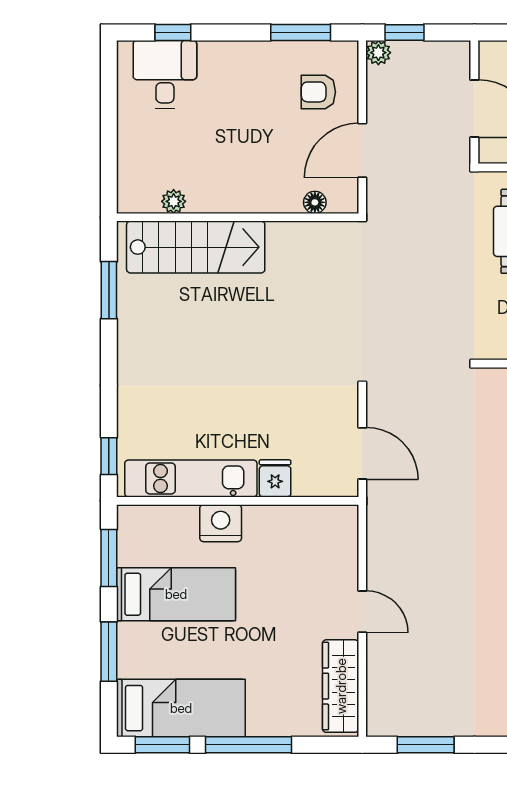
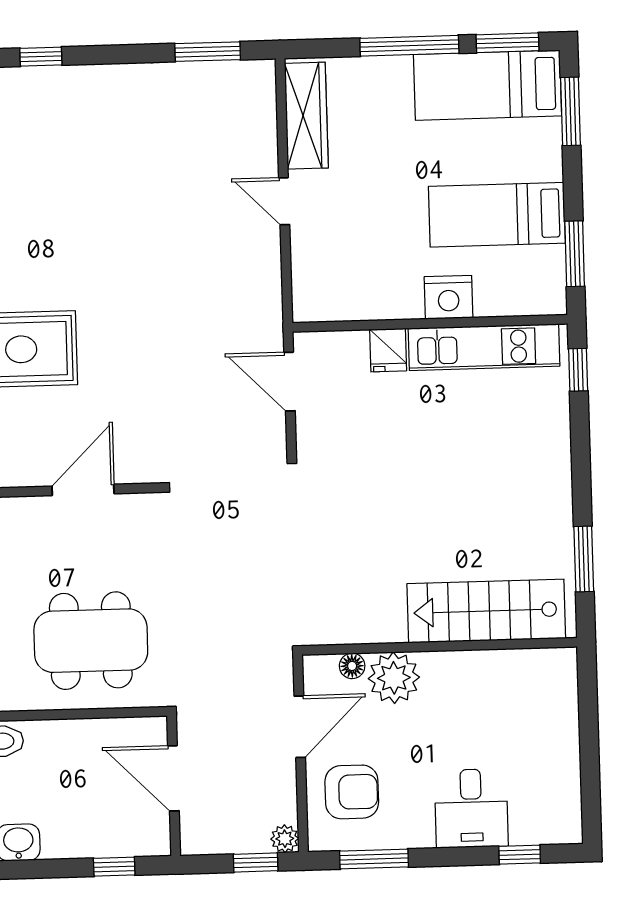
desk: (165, 74) -> (471, 808), moved
armchair: (318, 92) -> (352, 792), width x1.38, depth x1.38
plant: (174, 201) -> (394, 678), moved, width x1.88, depth x1.88
window: (109, 652) -> (570, 111), moved

